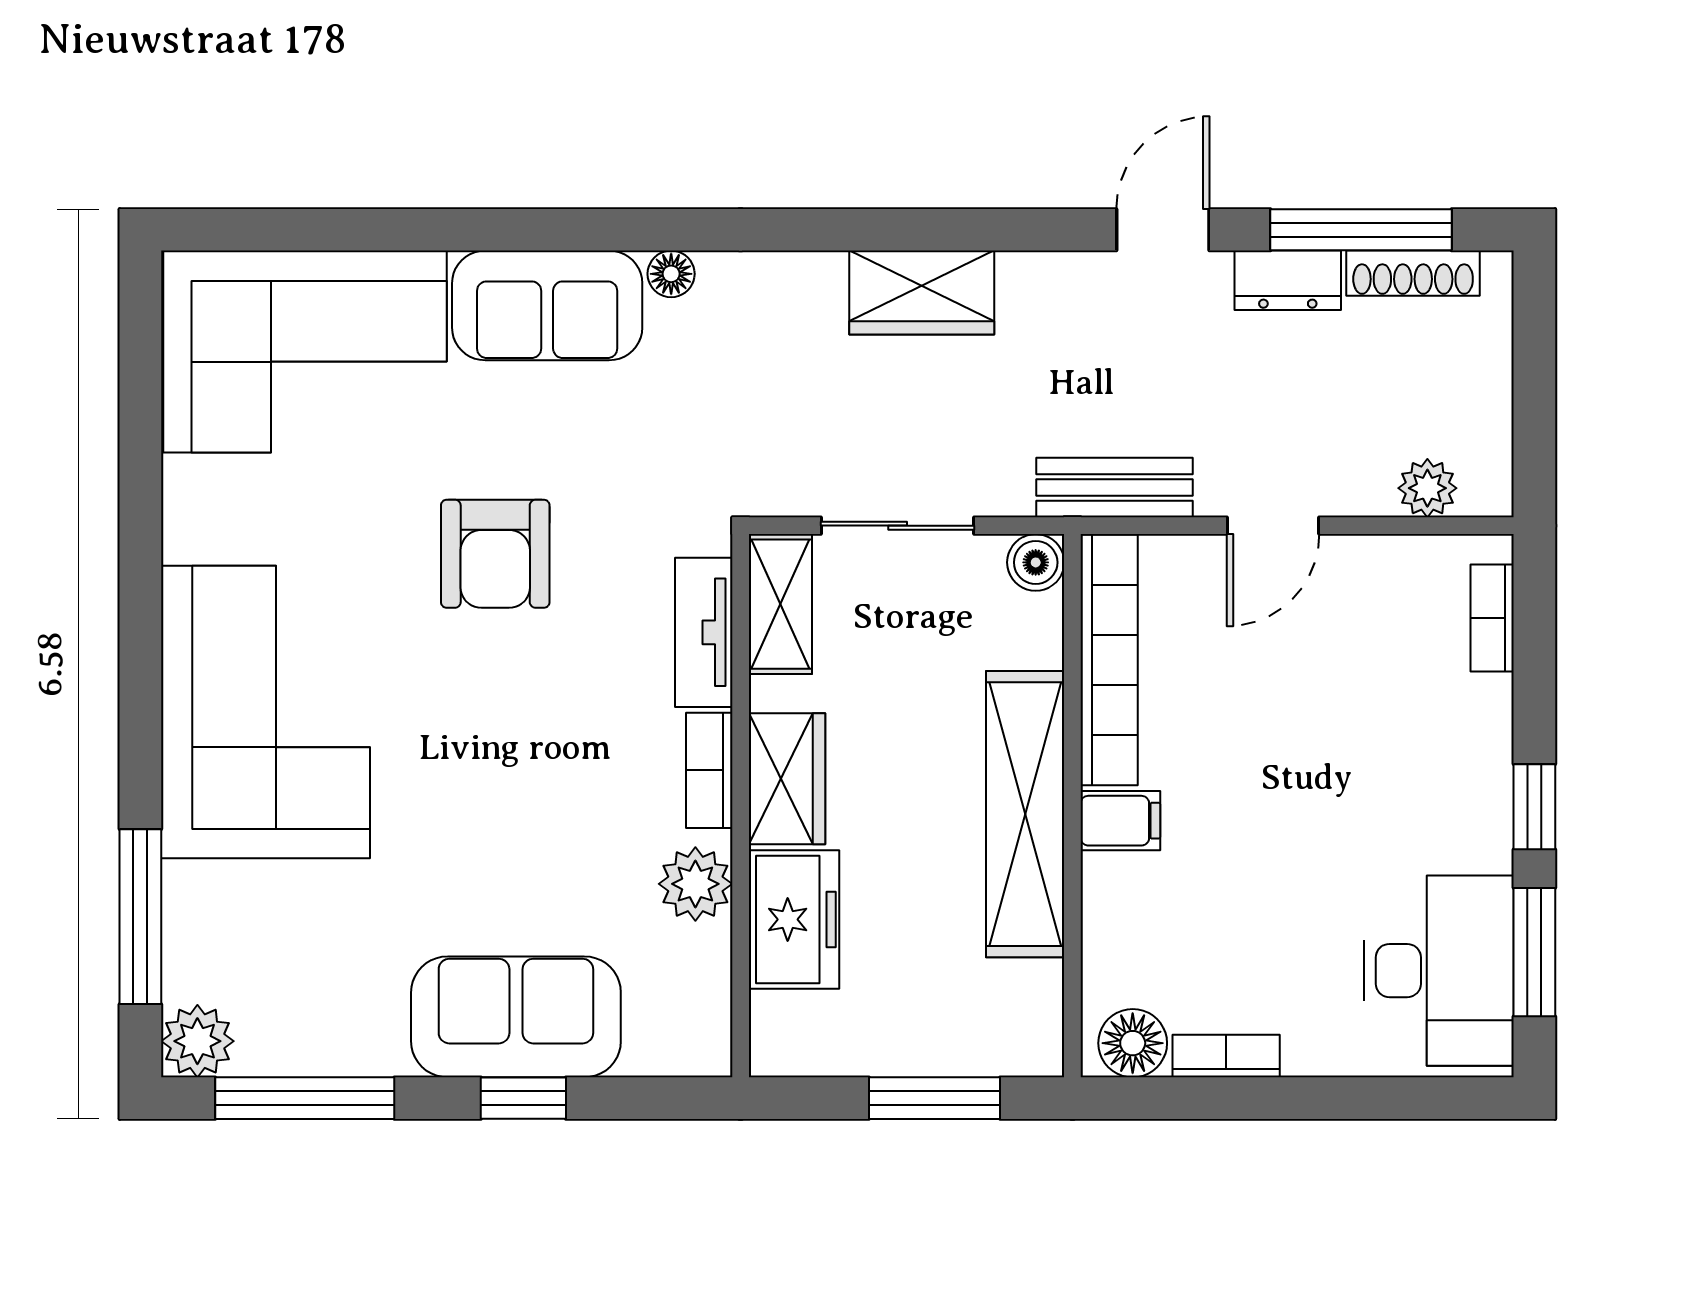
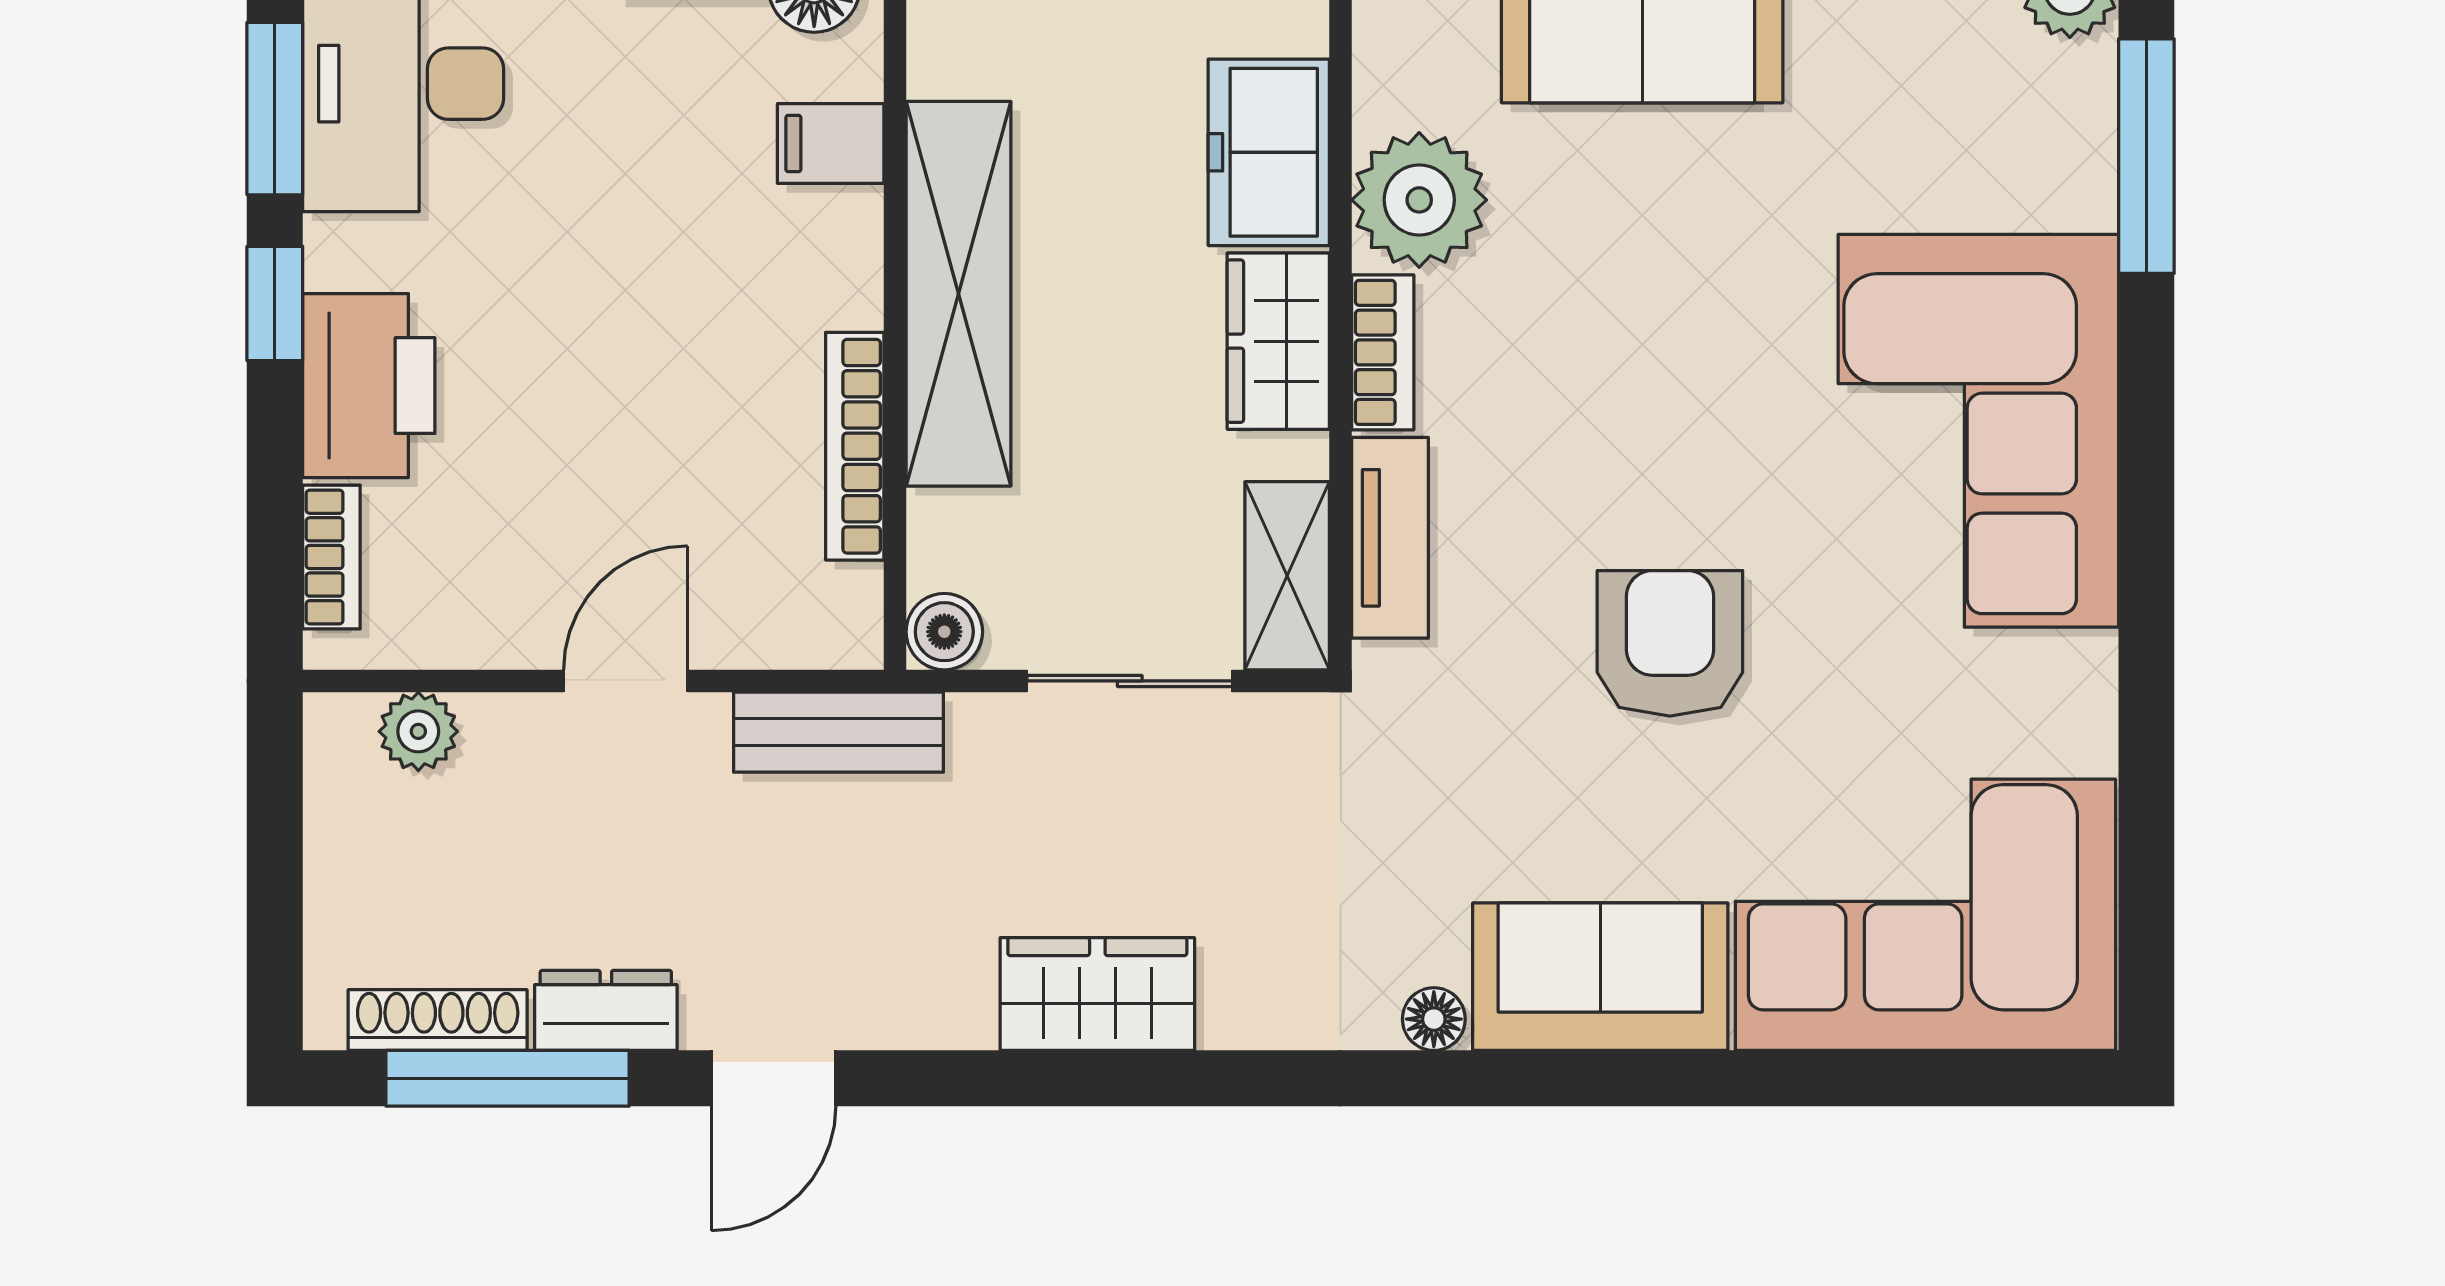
bookcase: (1109, 660) -> (855, 446), width x0.68, depth x0.76
printer: (1464, 746) -> (369, 386), added
filing cabinet: (1120, 821) -> (831, 144), moved
plant: (695, 884) -> (1419, 200), width x1.36, depth x1.36

